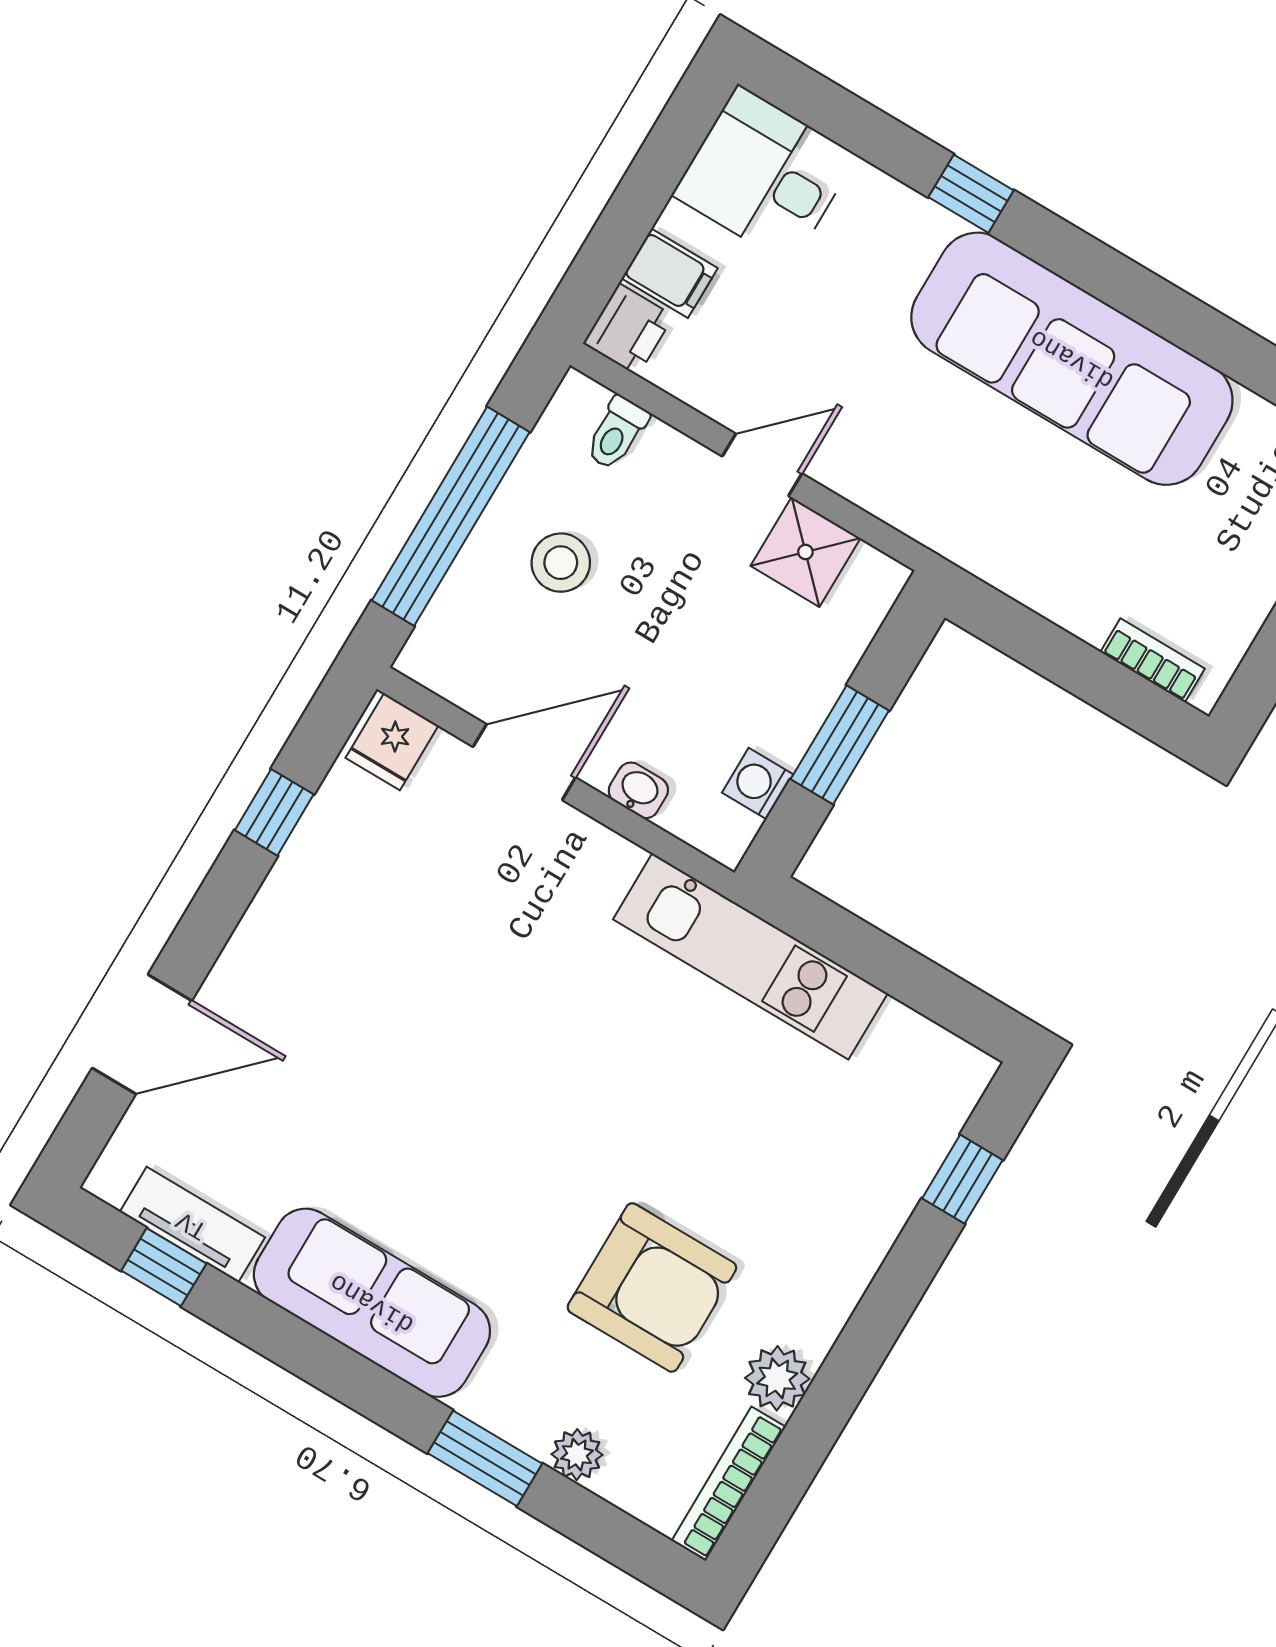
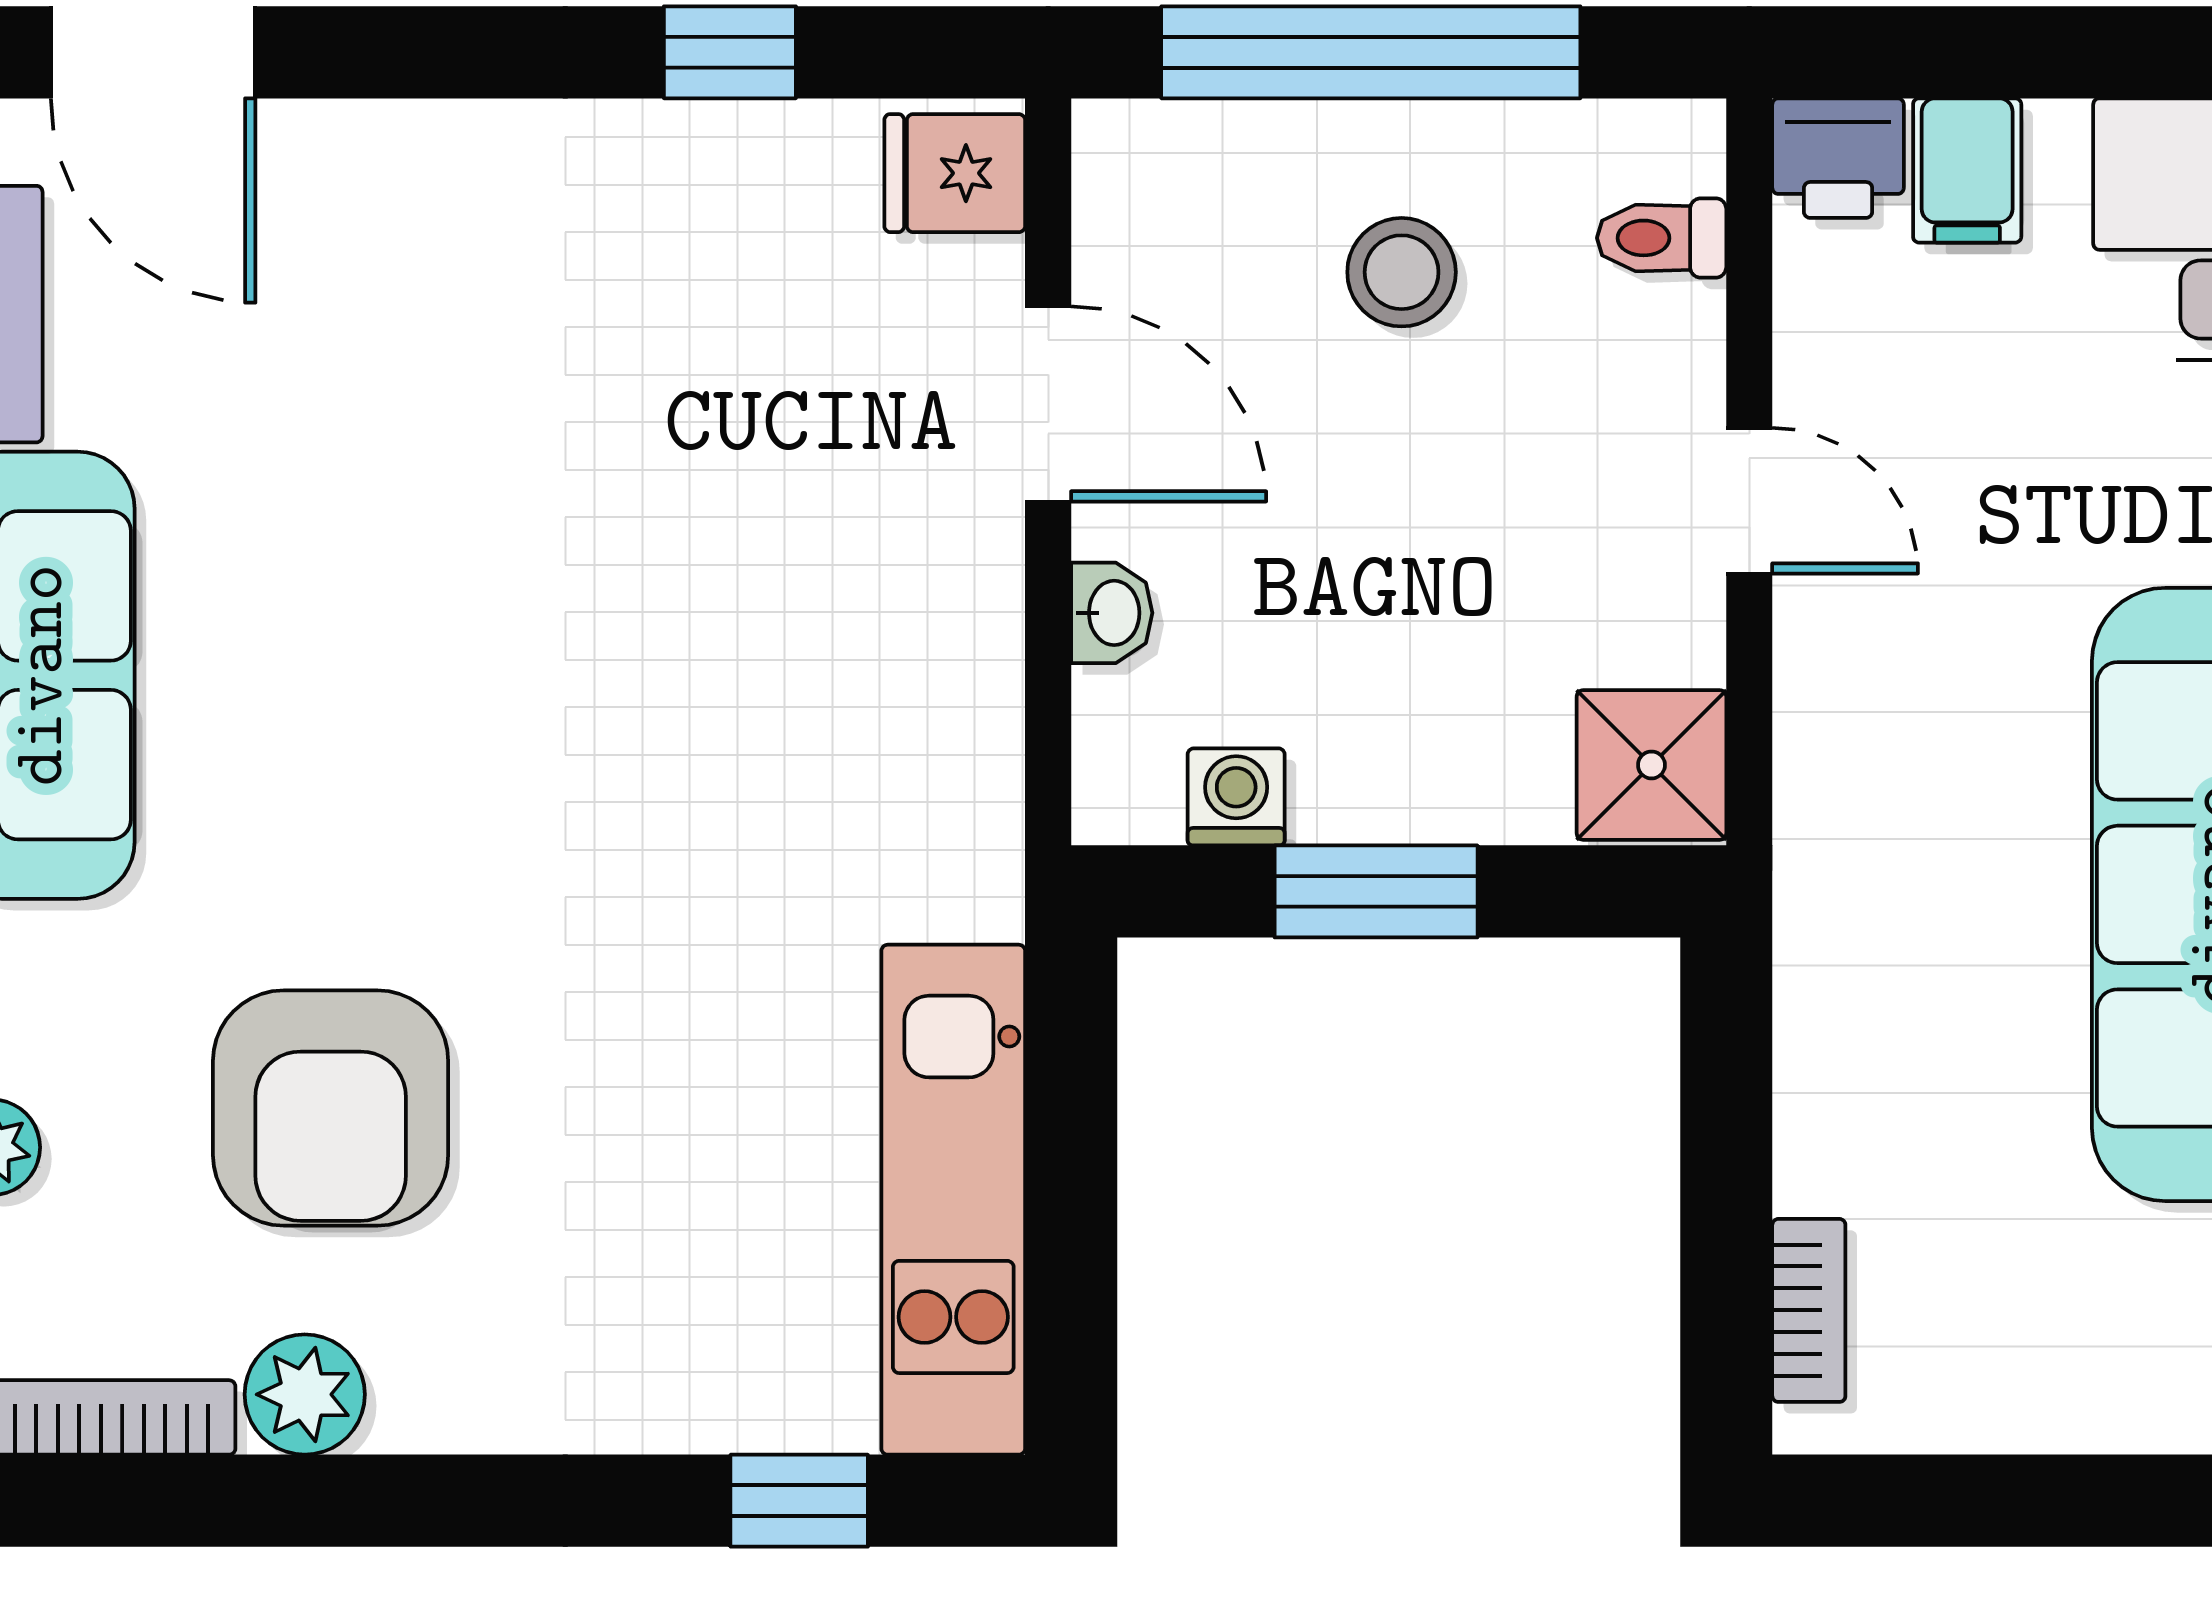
shower: (805, 552) -> (1651, 765), moved
kitchen unit: (750, 956) -> (953, 1200), moved
door: (142, 1034) -> (153, 52), moved

